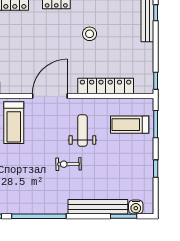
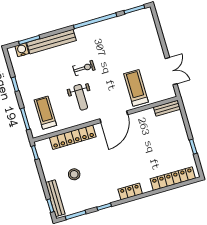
stool: (90, 34) -> (74, 174), moved
treadmill: (130, 125) -> (45, 113), turned -90

